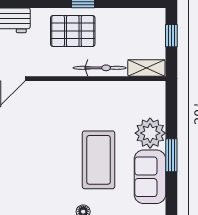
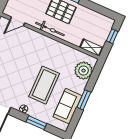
bicycle: (100, 68) -> (50, 29), moved
plant: (150, 133) -> (84, 71), moved

